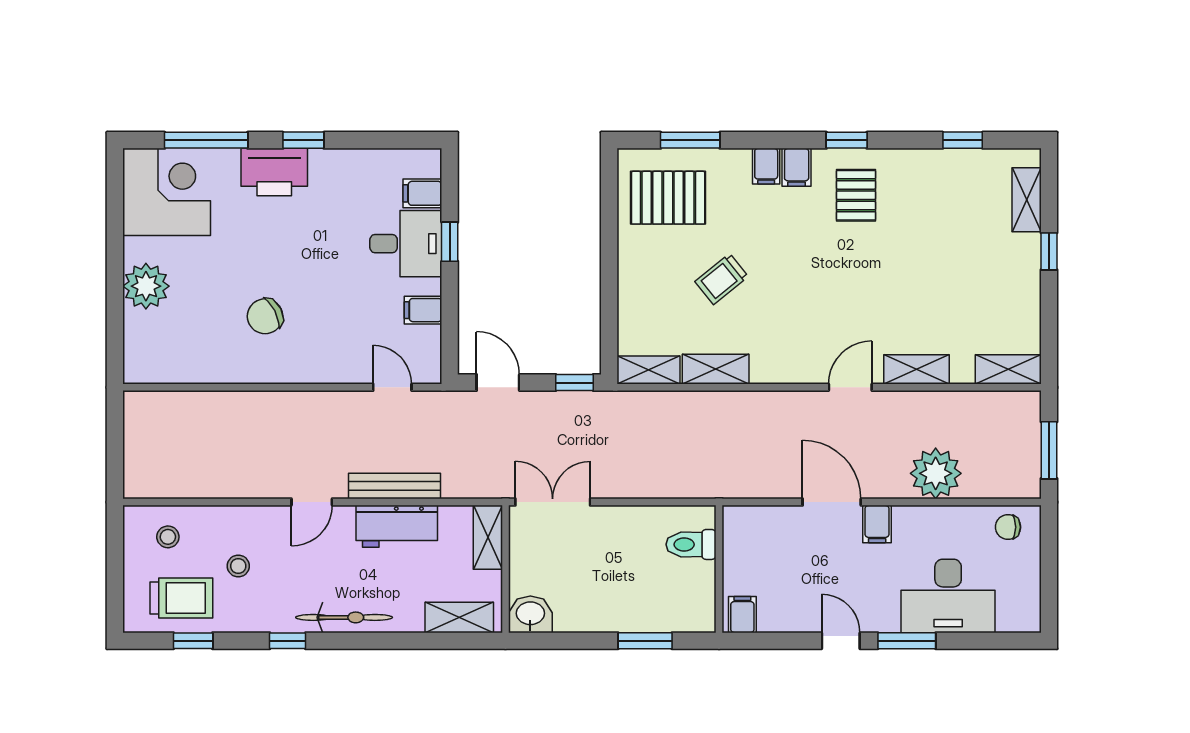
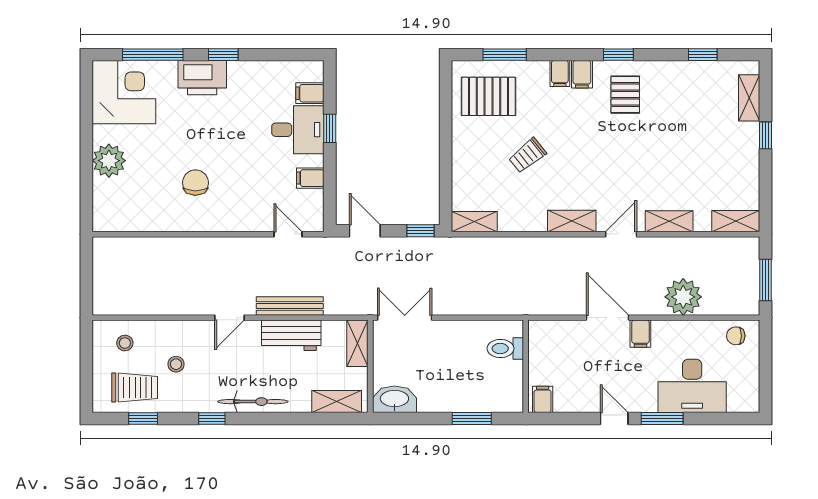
chair: (265, 316) -> (195, 183), turned 117
shelving: (716, 369) -> (572, 221), moved
washbasin: (530, 614) -> (394, 399), width x1.38

